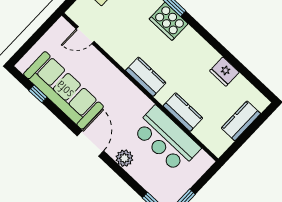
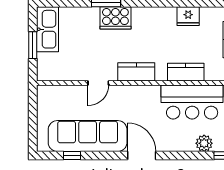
door: (85, 35) -> (98, 83), moved
plant: (124, 158) -> (204, 143), moved

